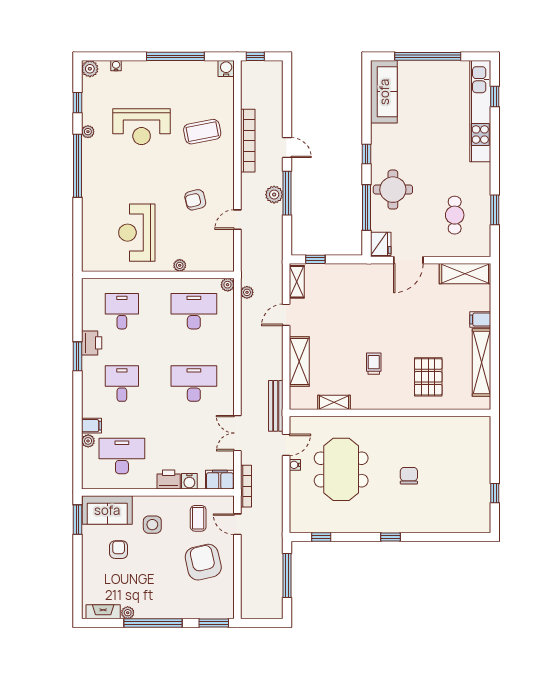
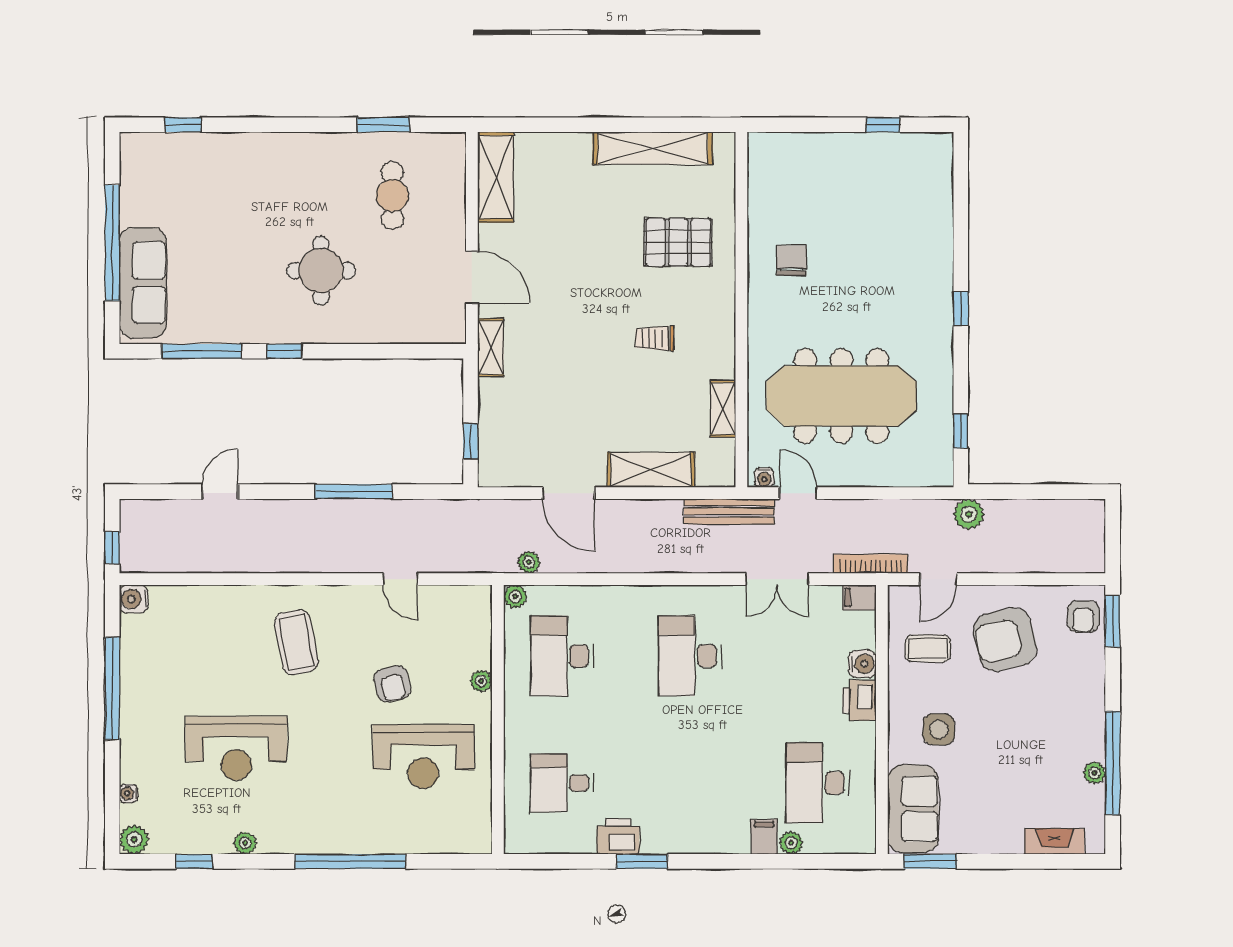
sofa: (384, 92) -> (143, 283), moved, turned 90
kitchen unit: (480, 111) -> (209, 150), removed
reception desk: (142, 127) -> (236, 748), turned 90
coffee table: (202, 132) -> (296, 642), moved
bookcase: (248, 141) -> (261, 561), removed
door: (287, 148) -> (220, 492), moved
window: (77, 166) -> (350, 861), moved
round table: (393, 190) -> (321, 271), moved
plant: (274, 195) -> (969, 514), moved
armchair: (195, 200) -> (392, 684), moved
window: (367, 207) -> (202, 351), moved
cafe table: (455, 215) -> (392, 196), turned 90
fridge: (381, 244) -> (443, 326), removed
shelving: (297, 282) -> (491, 348), moved, turned 90
door: (286, 315) -> (569, 493), width x1.38
filing cabinet: (480, 320) -> (577, 150), removed
desk: (122, 384) -> (690, 783), removed
water cooler: (295, 465) -> (764, 478), moved
meeting table: (341, 469) -> (841, 396), width x1.36
chair: (409, 476) -> (791, 260), moved, turned 90
filing cabinet: (220, 480) -> (859, 597), width x0.50
armchair: (119, 550) -> (1083, 617), moved, turned -90
window: (287, 575) -> (1029, 492), removed
fireplace: (103, 612) -> (1055, 841), moved, turned 90
window: (153, 623) -> (1113, 763), moved

